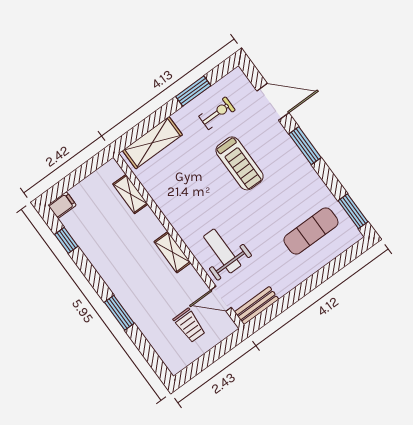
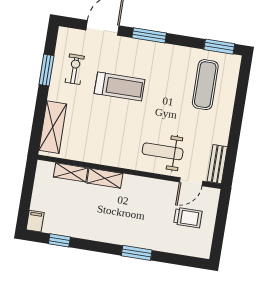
shelving: (172, 252) -> (105, 178), moved

